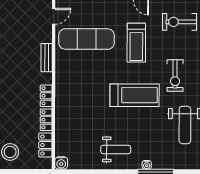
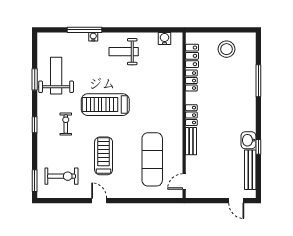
exercise mat: (86, 39) -> (152, 159), turned 90
exercise bike: (175, 75) -> (66, 124), width x0.73, depth x0.72
locker: (46, 96) -> (191, 115), moved
water cooler: (61, 163) -> (165, 38), moved

